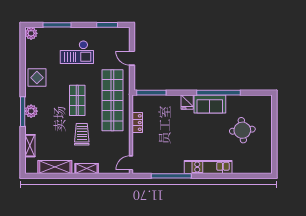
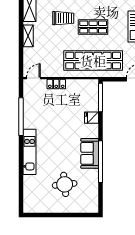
fridge: (187, 102) -> (91, 118), moved
locker: (137, 123) -> (56, 84), moved
trolley: (82, 134) -> (63, 18), moved
door: (131, 163) -> (33, 78), hinge flipped

